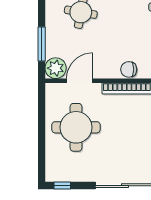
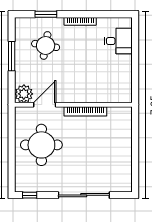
window: (42, 44) -> (12, 56), moved
chair: (129, 69) -> (87, 95), removed

